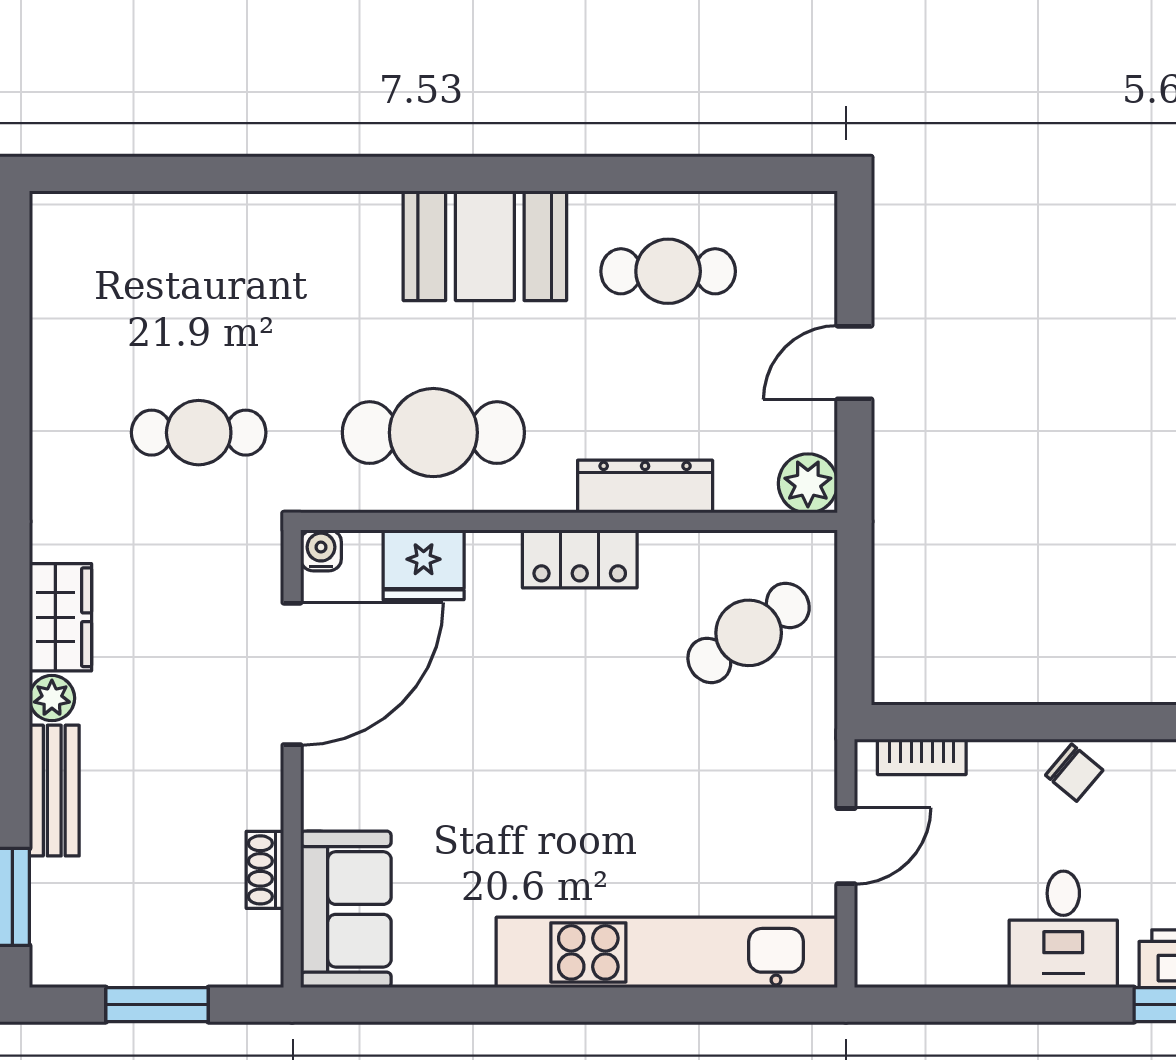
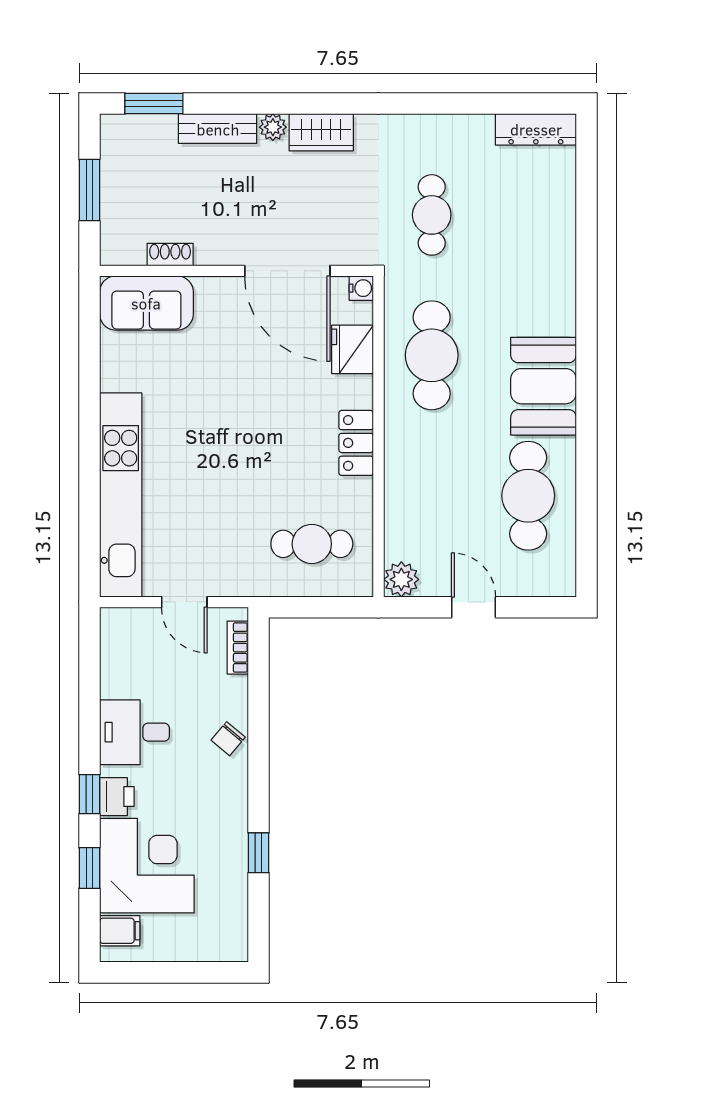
cafe table: (668, 271) -> (528, 496), width x1.37, depth x1.35
dresser: (645, 487) -> (536, 129), moved, turned 90
cafe table: (749, 633) -> (312, 544), turned -55

